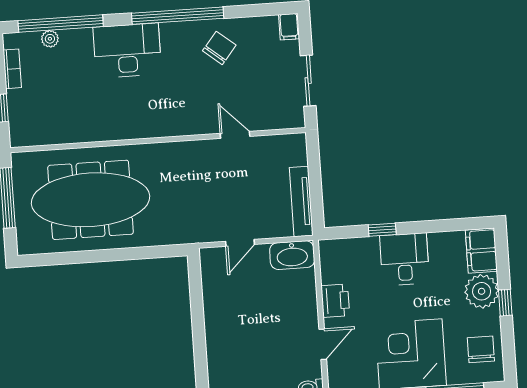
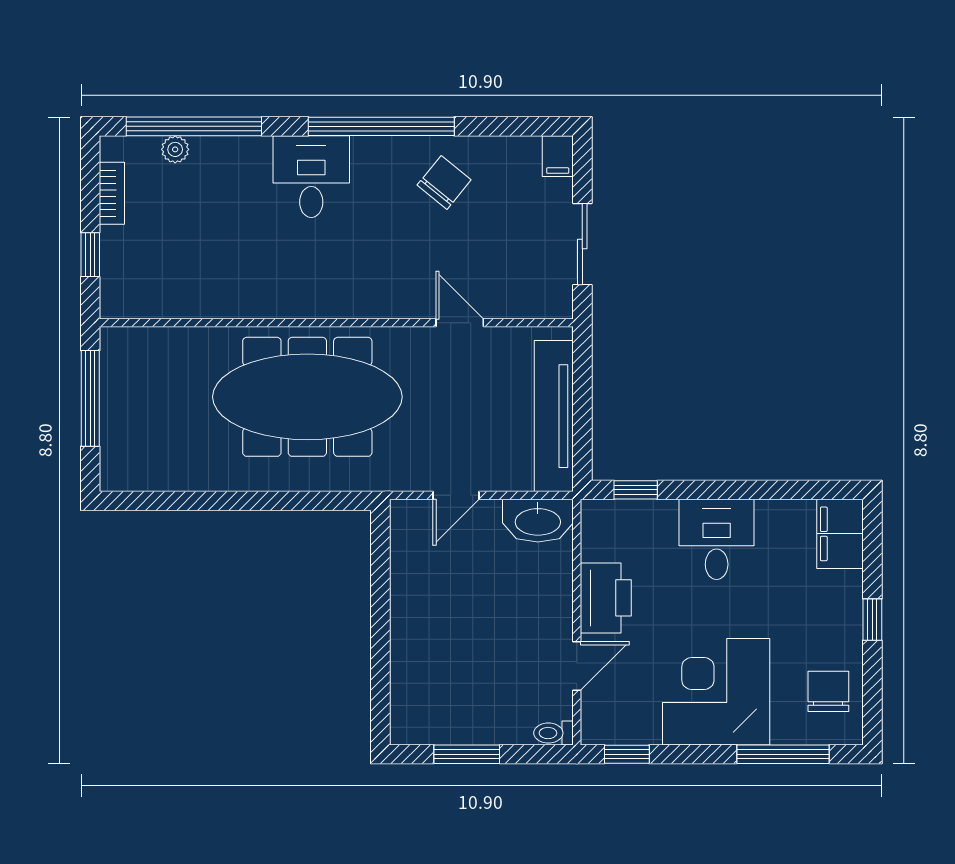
desk: (127, 51) -> (311, 177), width x0.73
meeting table: (91, 200) -> (307, 397), moved
tv unit: (301, 201) -> (554, 416), width x1.36, depth x1.29
window: (382, 230) -> (636, 490), moved
plant: (482, 291) -> (836, 599), removed
printer: (335, 301) -> (606, 598), width x1.37, depth x1.19

